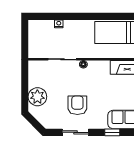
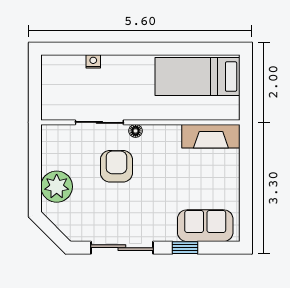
armchair: (77, 105) -> (116, 166), moved
sliding door: (75, 132) -> (122, 248), width x1.37

